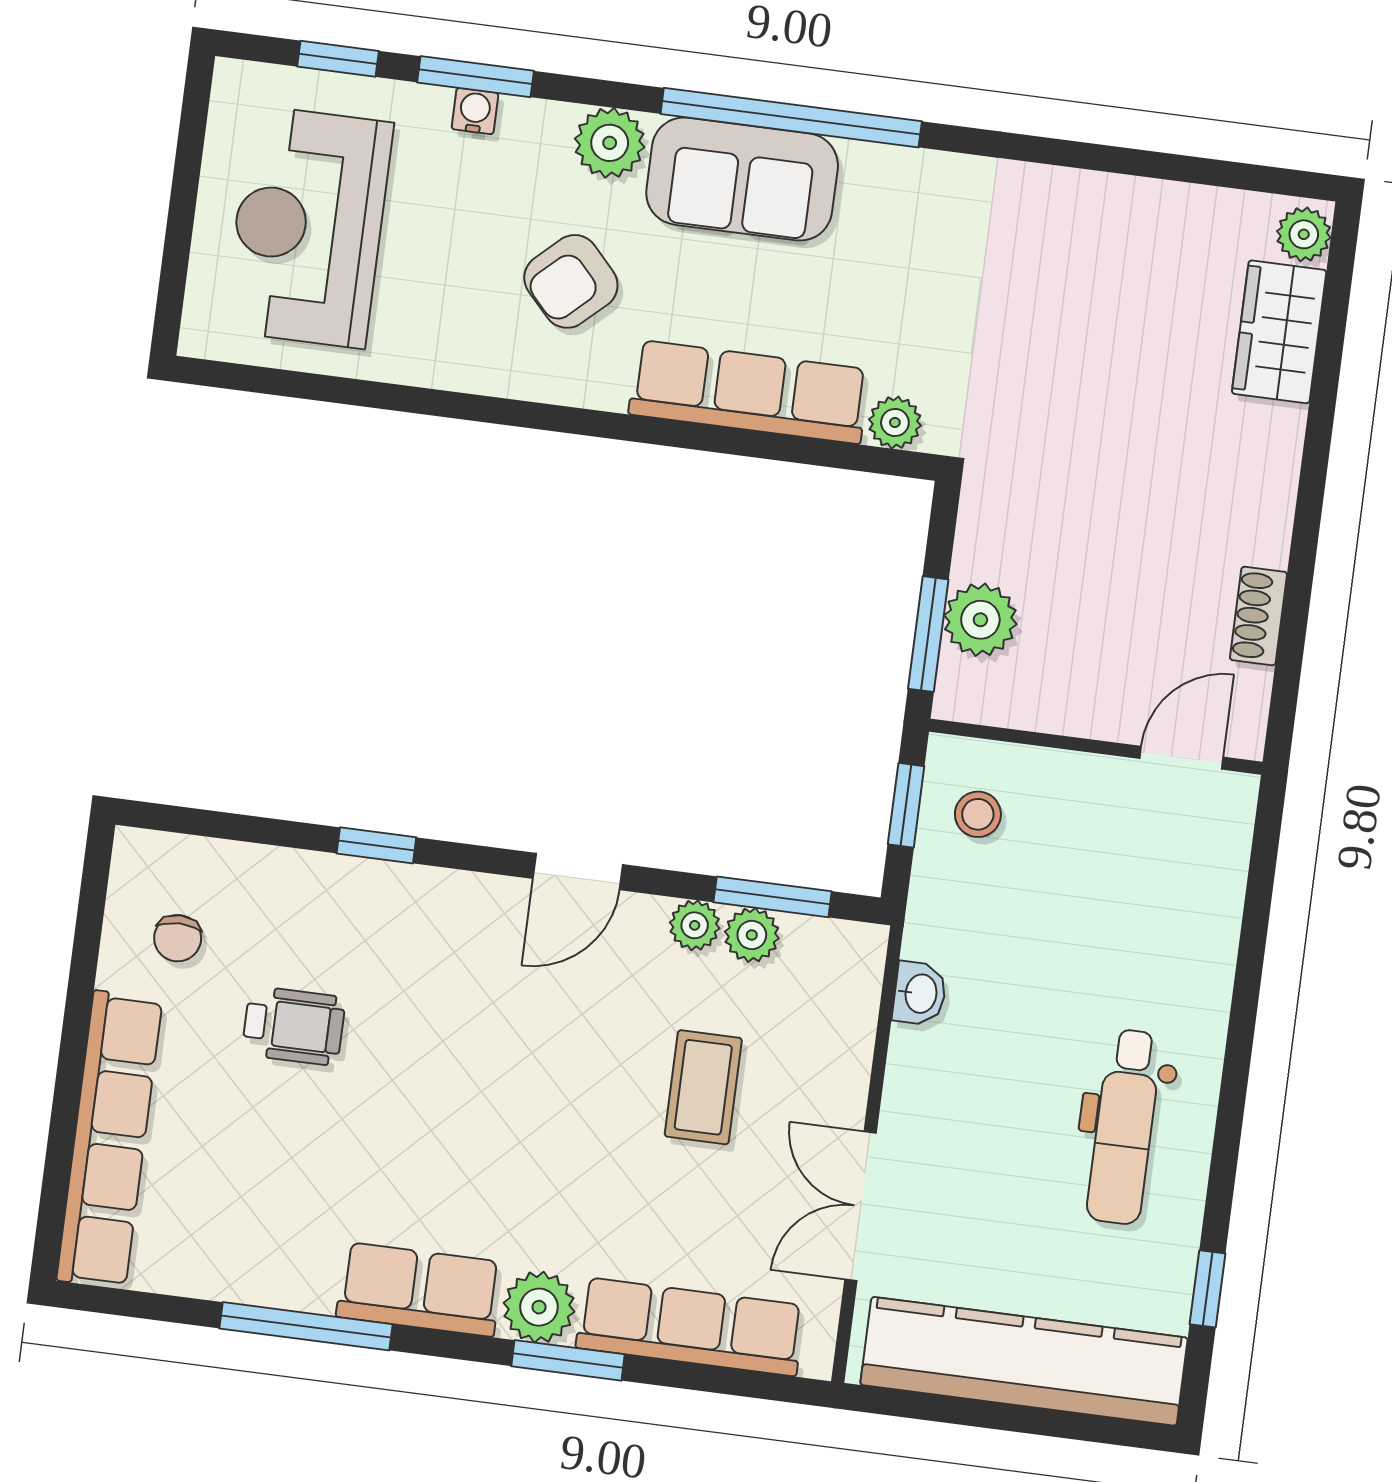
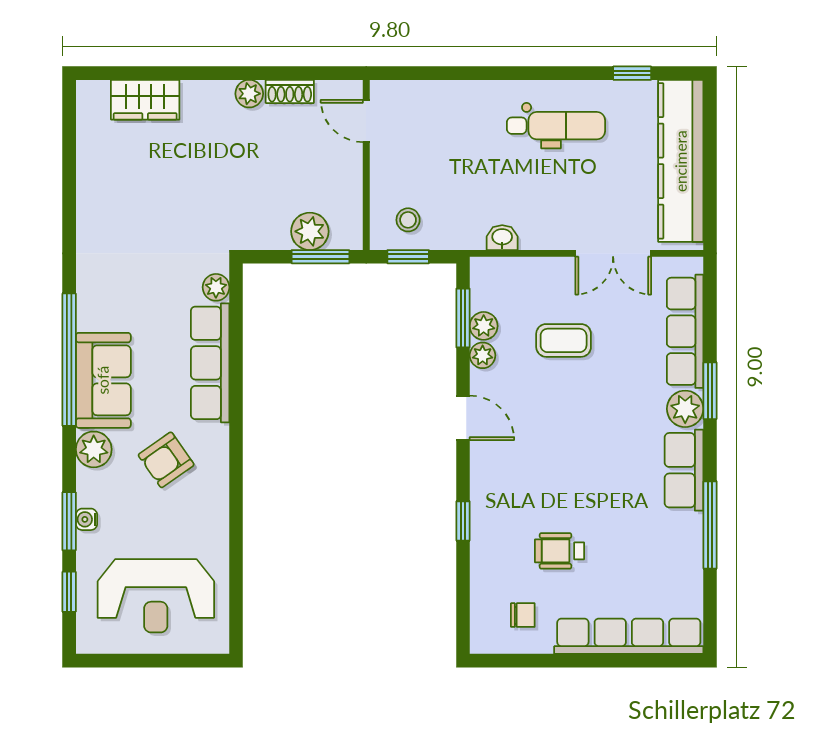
plant: (1304, 234) -> (249, 94), moved
armchair: (571, 281) -> (166, 460), turned 98
wheelchair: (294, 1026) -> (559, 551), turned -90

